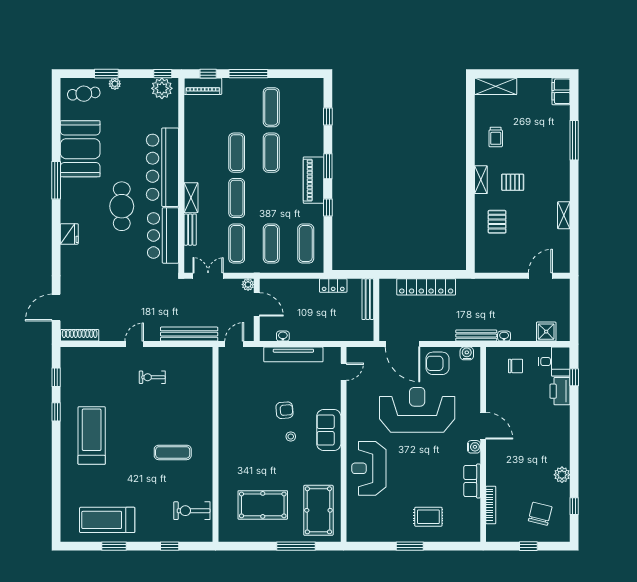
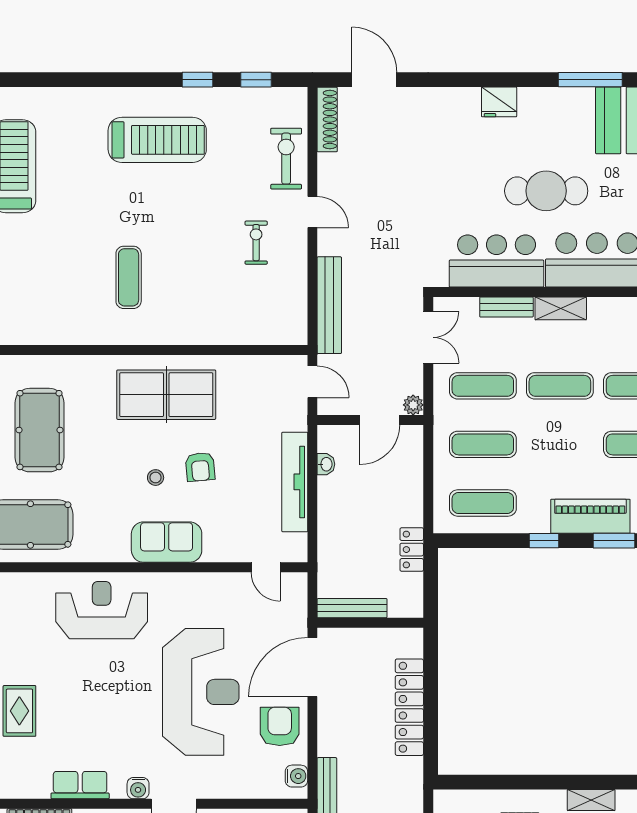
bench: (368, 299) -> (352, 608), moved
table tennis table: (242, 430) -> (166, 395), added
exercise bike: (192, 511) -> (286, 159), moved

